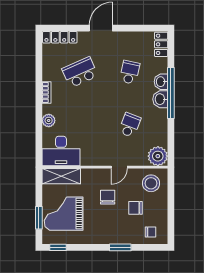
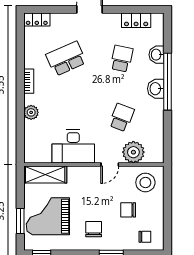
locker: (60, 37) -> (37, 20), width x0.66
locker: (161, 44) -> (136, 20), moved, turned -90
washbasin: (161, 82) -> (157, 55), moved
desk: (61, 151) -> (73, 146), moved
plant: (158, 156) -> (133, 152), moved
chair: (108, 197) -> (94, 229), moved

